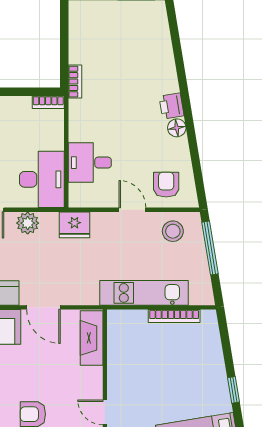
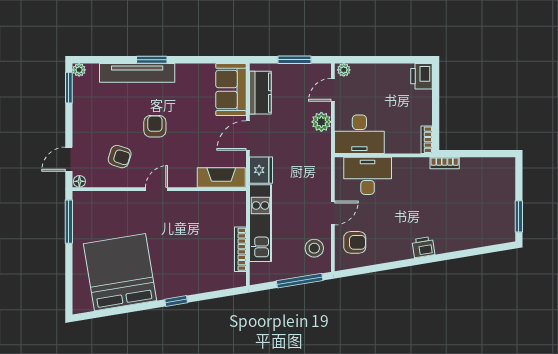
floor lamp: (177, 128) -> (404, 252), removed
desk: (90, 163) -> (368, 176), width x1.37
fridge: (75, 225) -> (261, 170), moved, turned 180

